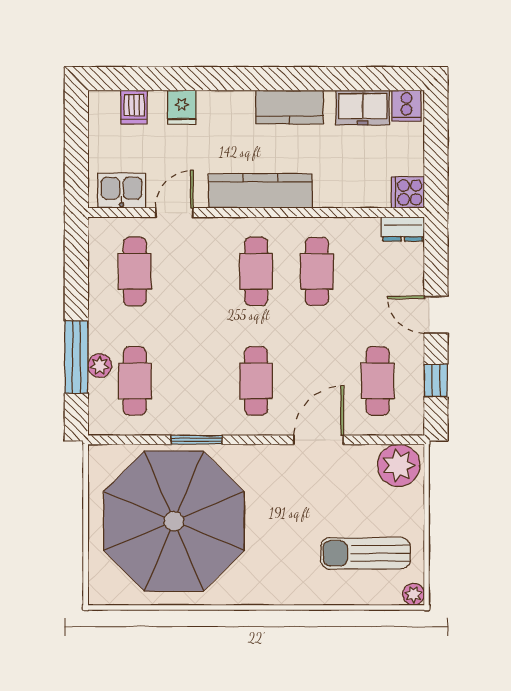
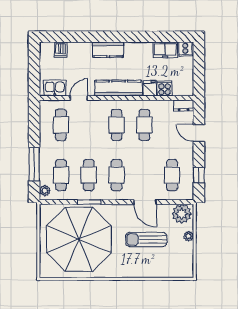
fridge: (182, 107) -> (150, 88), moved, turned 180
kitchen counter: (289, 107) -> (108, 50), moved
cooker: (408, 192) -> (165, 88), moved, turned 90
door: (436, 315) -> (199, 133), moved
plant: (100, 366) -> (45, 191), moved
cafe table: (195, 381) -> (89, 175), added
door: (319, 440) -> (145, 202), swing flipped
sun lounger: (365, 553) -> (146, 240), moved
plant: (413, 594) -> (189, 236), moved

